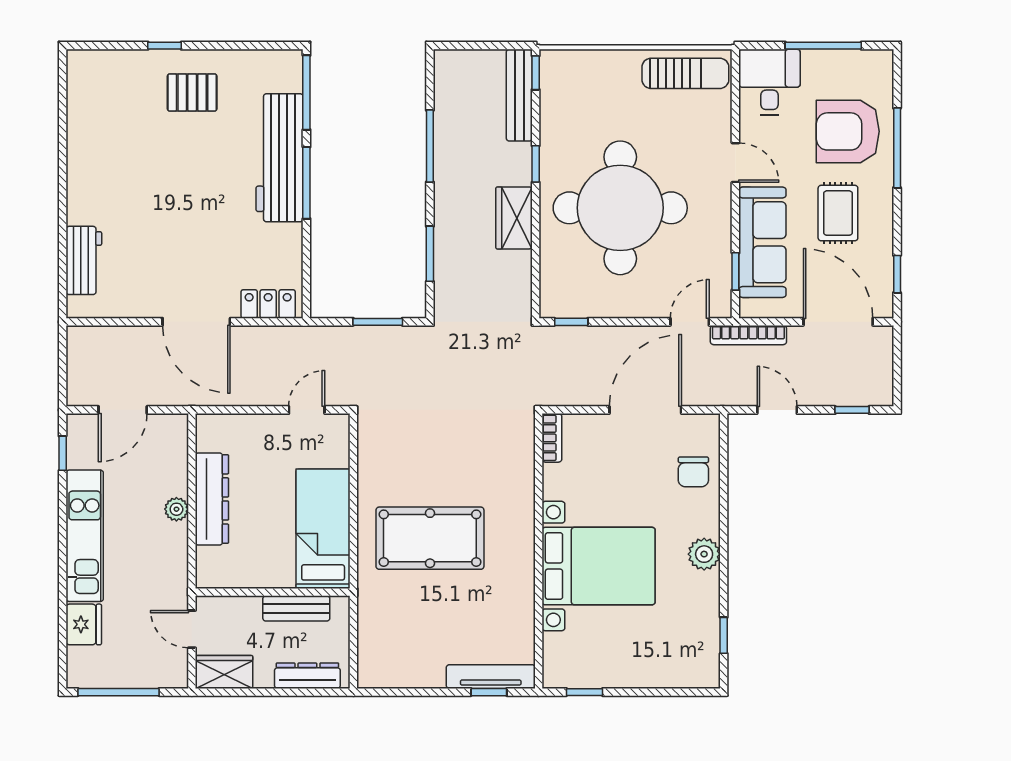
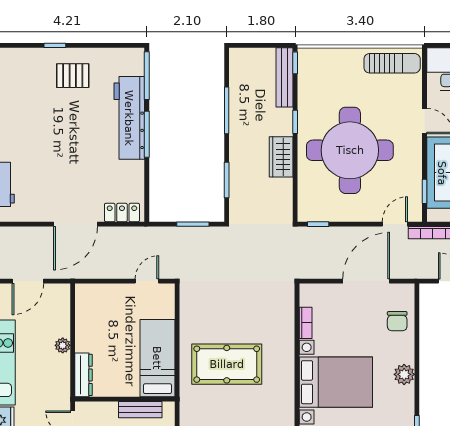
door: (196, 322) -> (75, 224), hinge flipped
bookcase: (552, 438) -> (306, 323), moved
dresser: (212, 499) -> (83, 375), moved, width x0.73, depth x0.80

